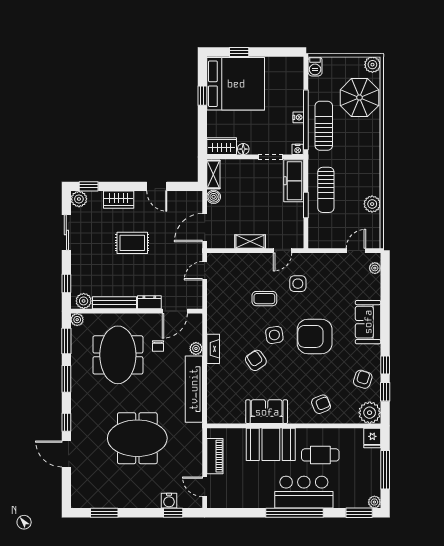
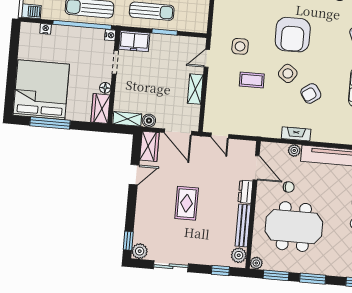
window: (239, 52) -> (11, 84), removed
window: (202, 96) -> (50, 123), width x2.17
nightstand: (298, 117) -> (46, 29), moved
freezer: (294, 181) -> (134, 41), width x0.71
wardrobe: (119, 200) -> (149, 146), moved
door: (283, 251) -> (207, 58), swing flipped
coffee table: (264, 299) -> (252, 80), turned 90
side table: (274, 335) -> (288, 73), turned 45

